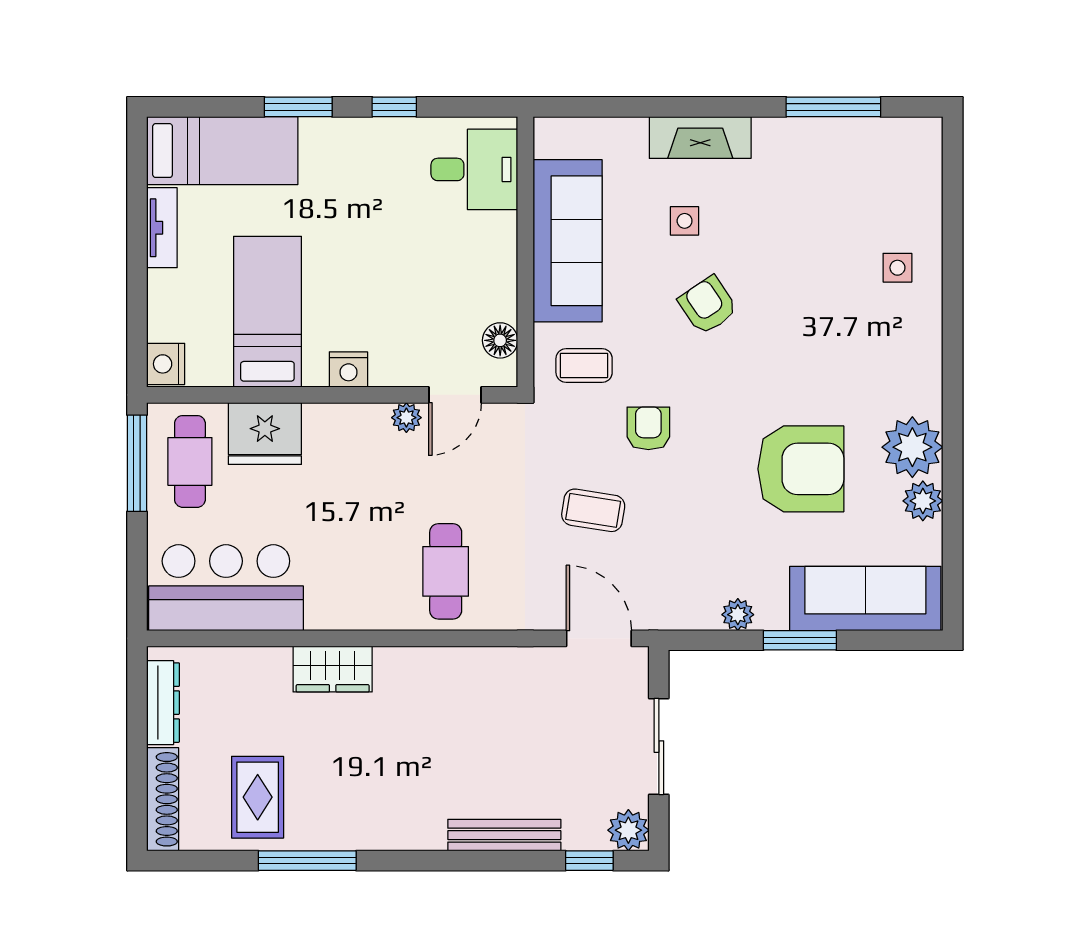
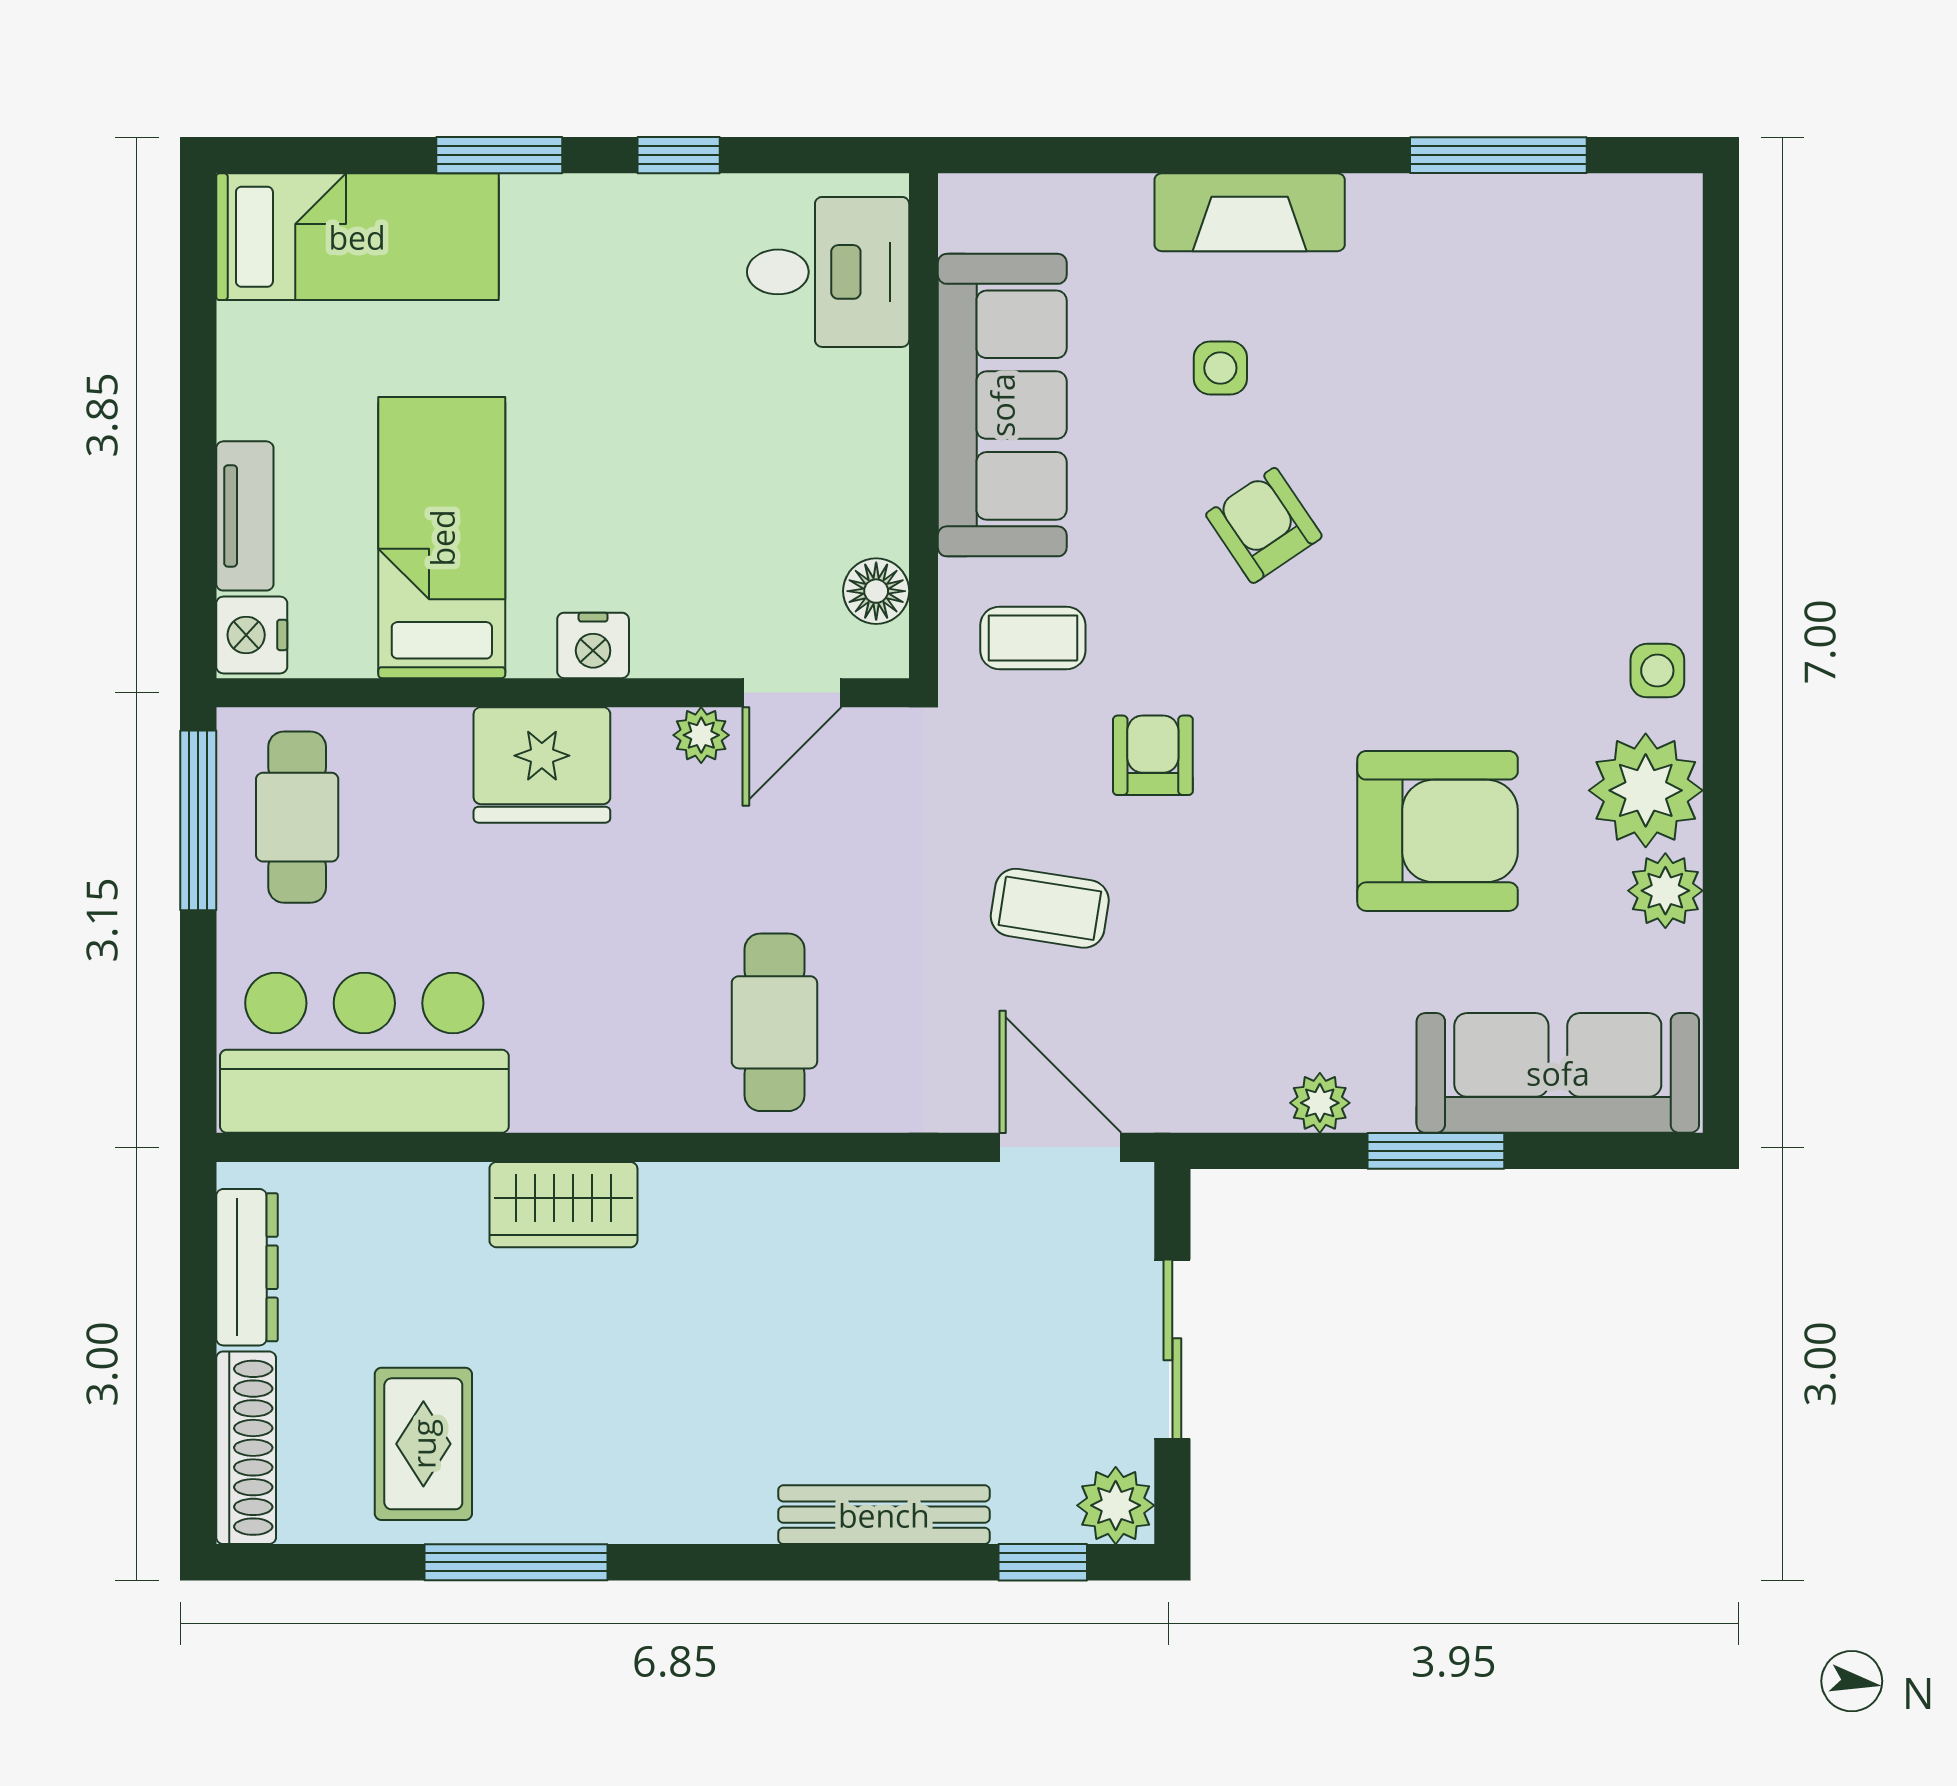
tv unit: (162, 228) -> (245, 516), moved
side table: (897, 268) -> (1657, 671), moved
fridge: (265, 434) -> (542, 765), moved

